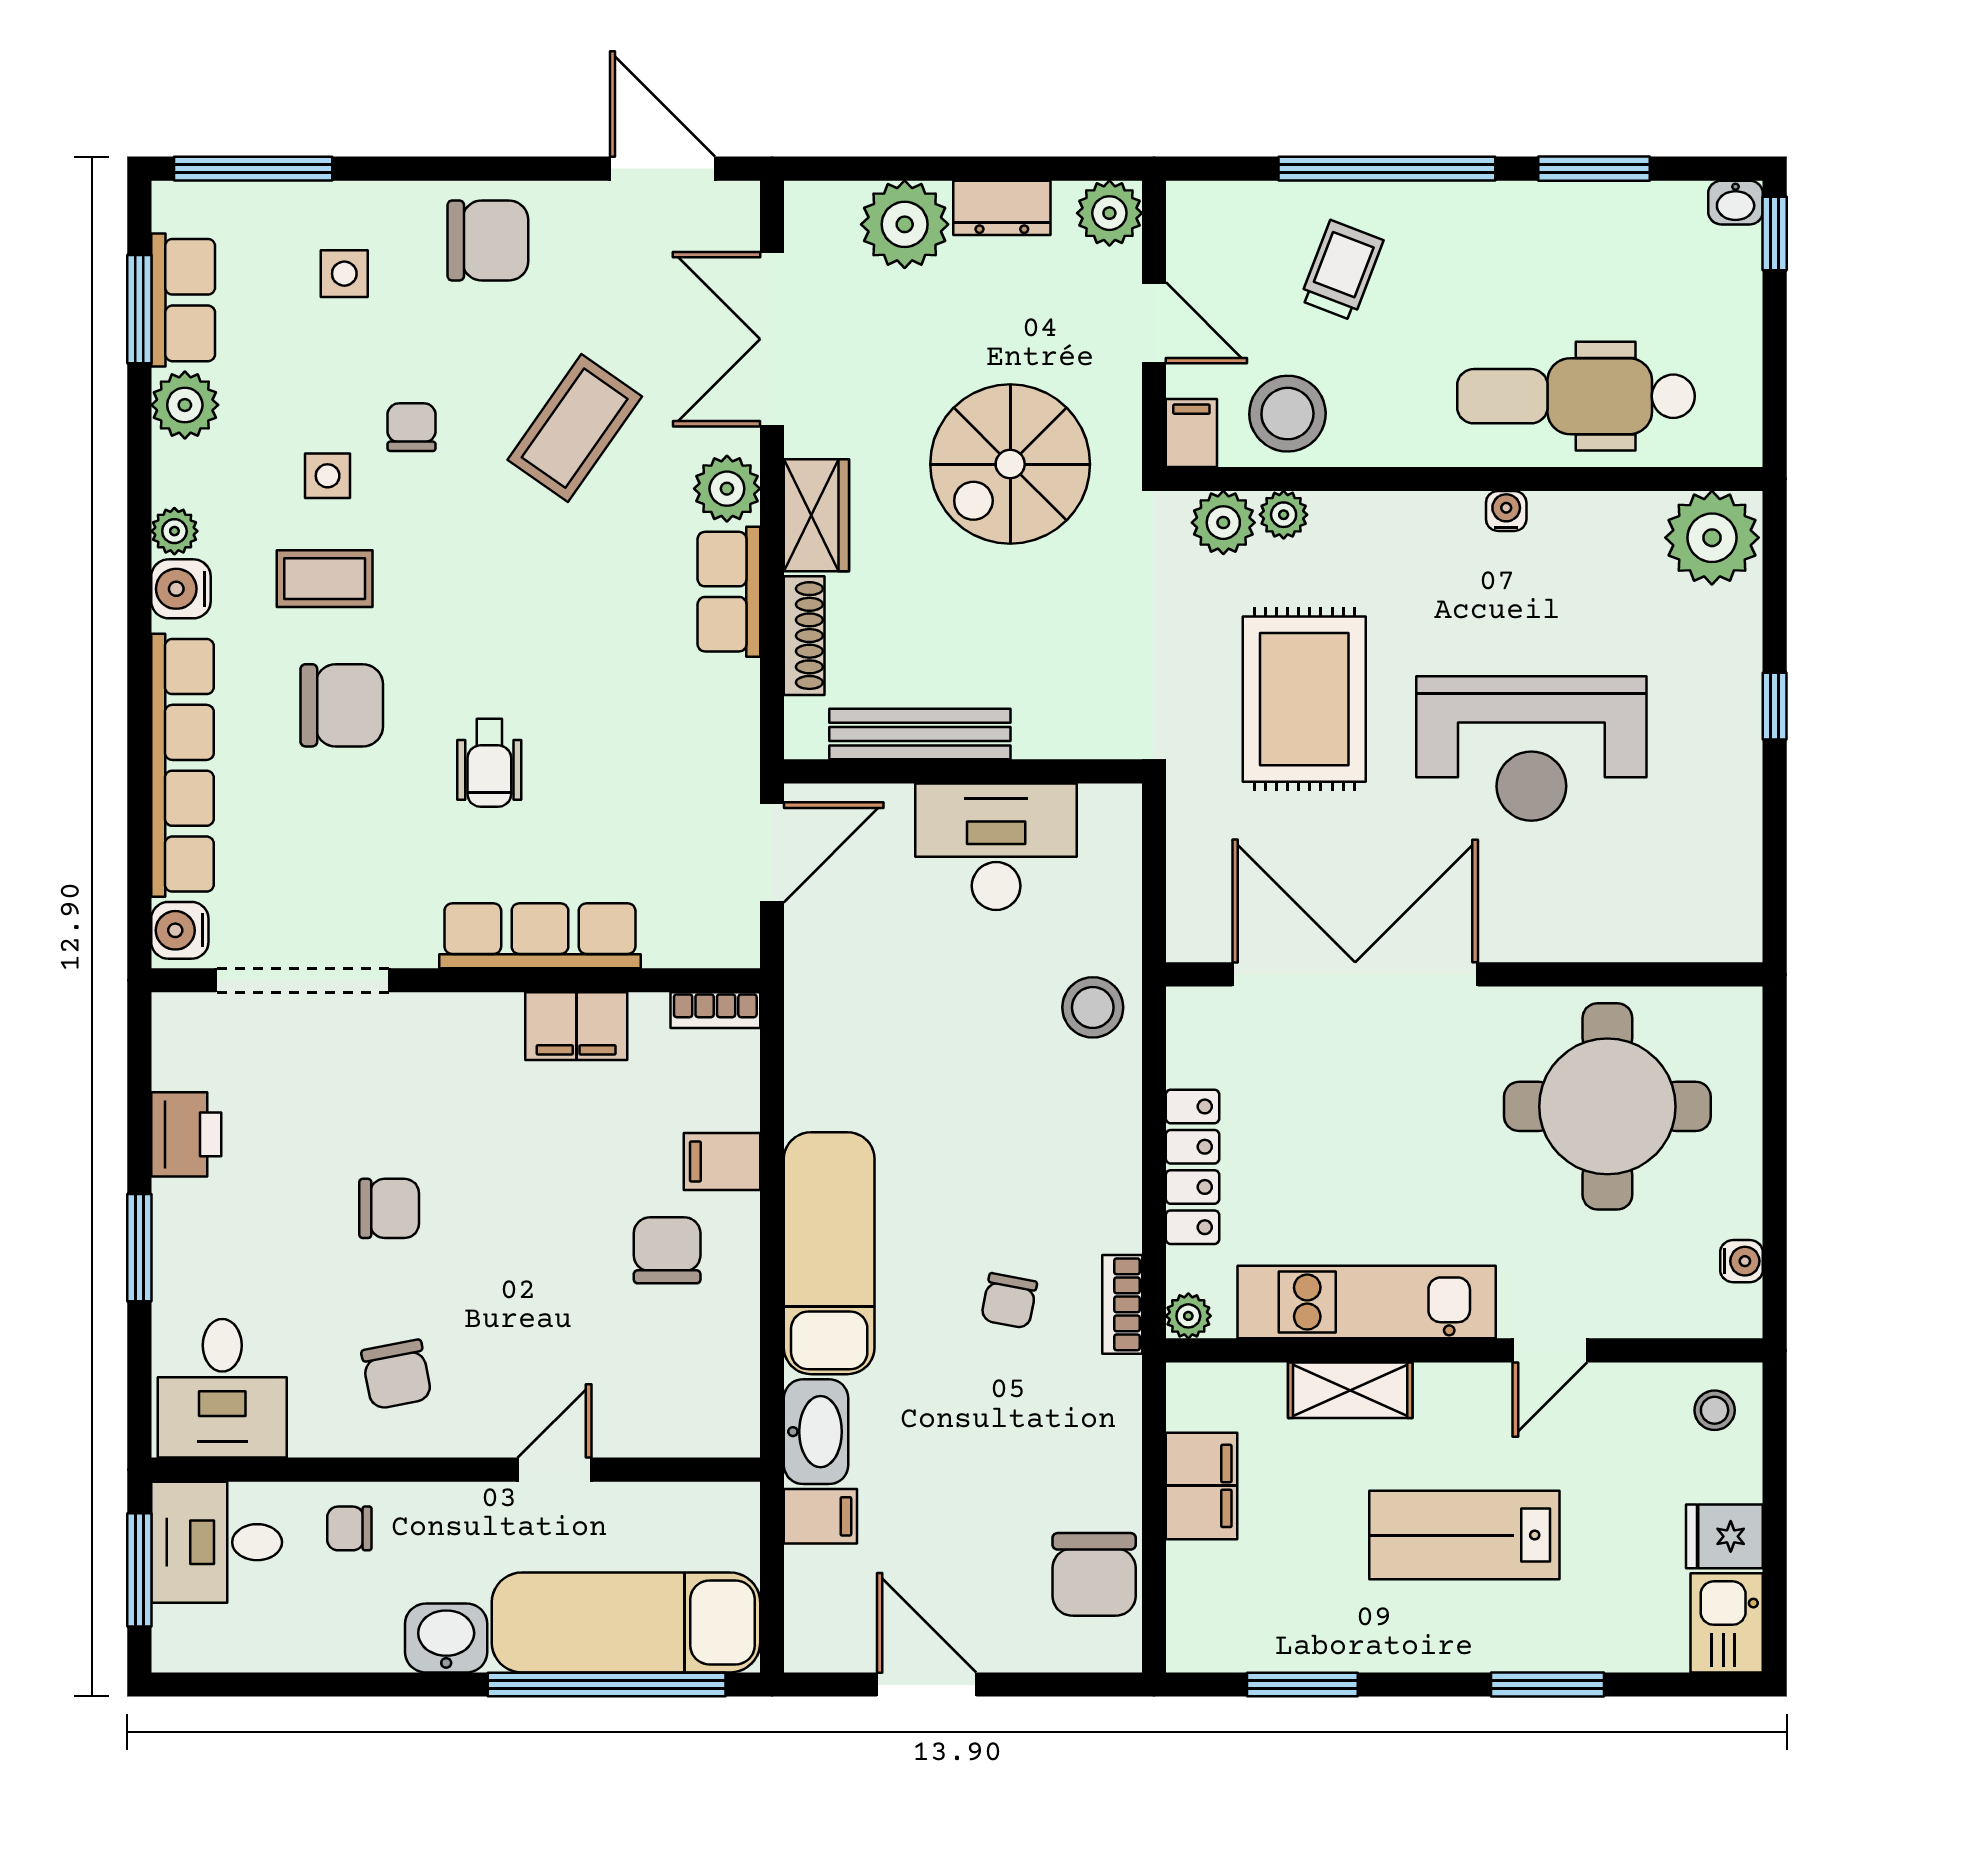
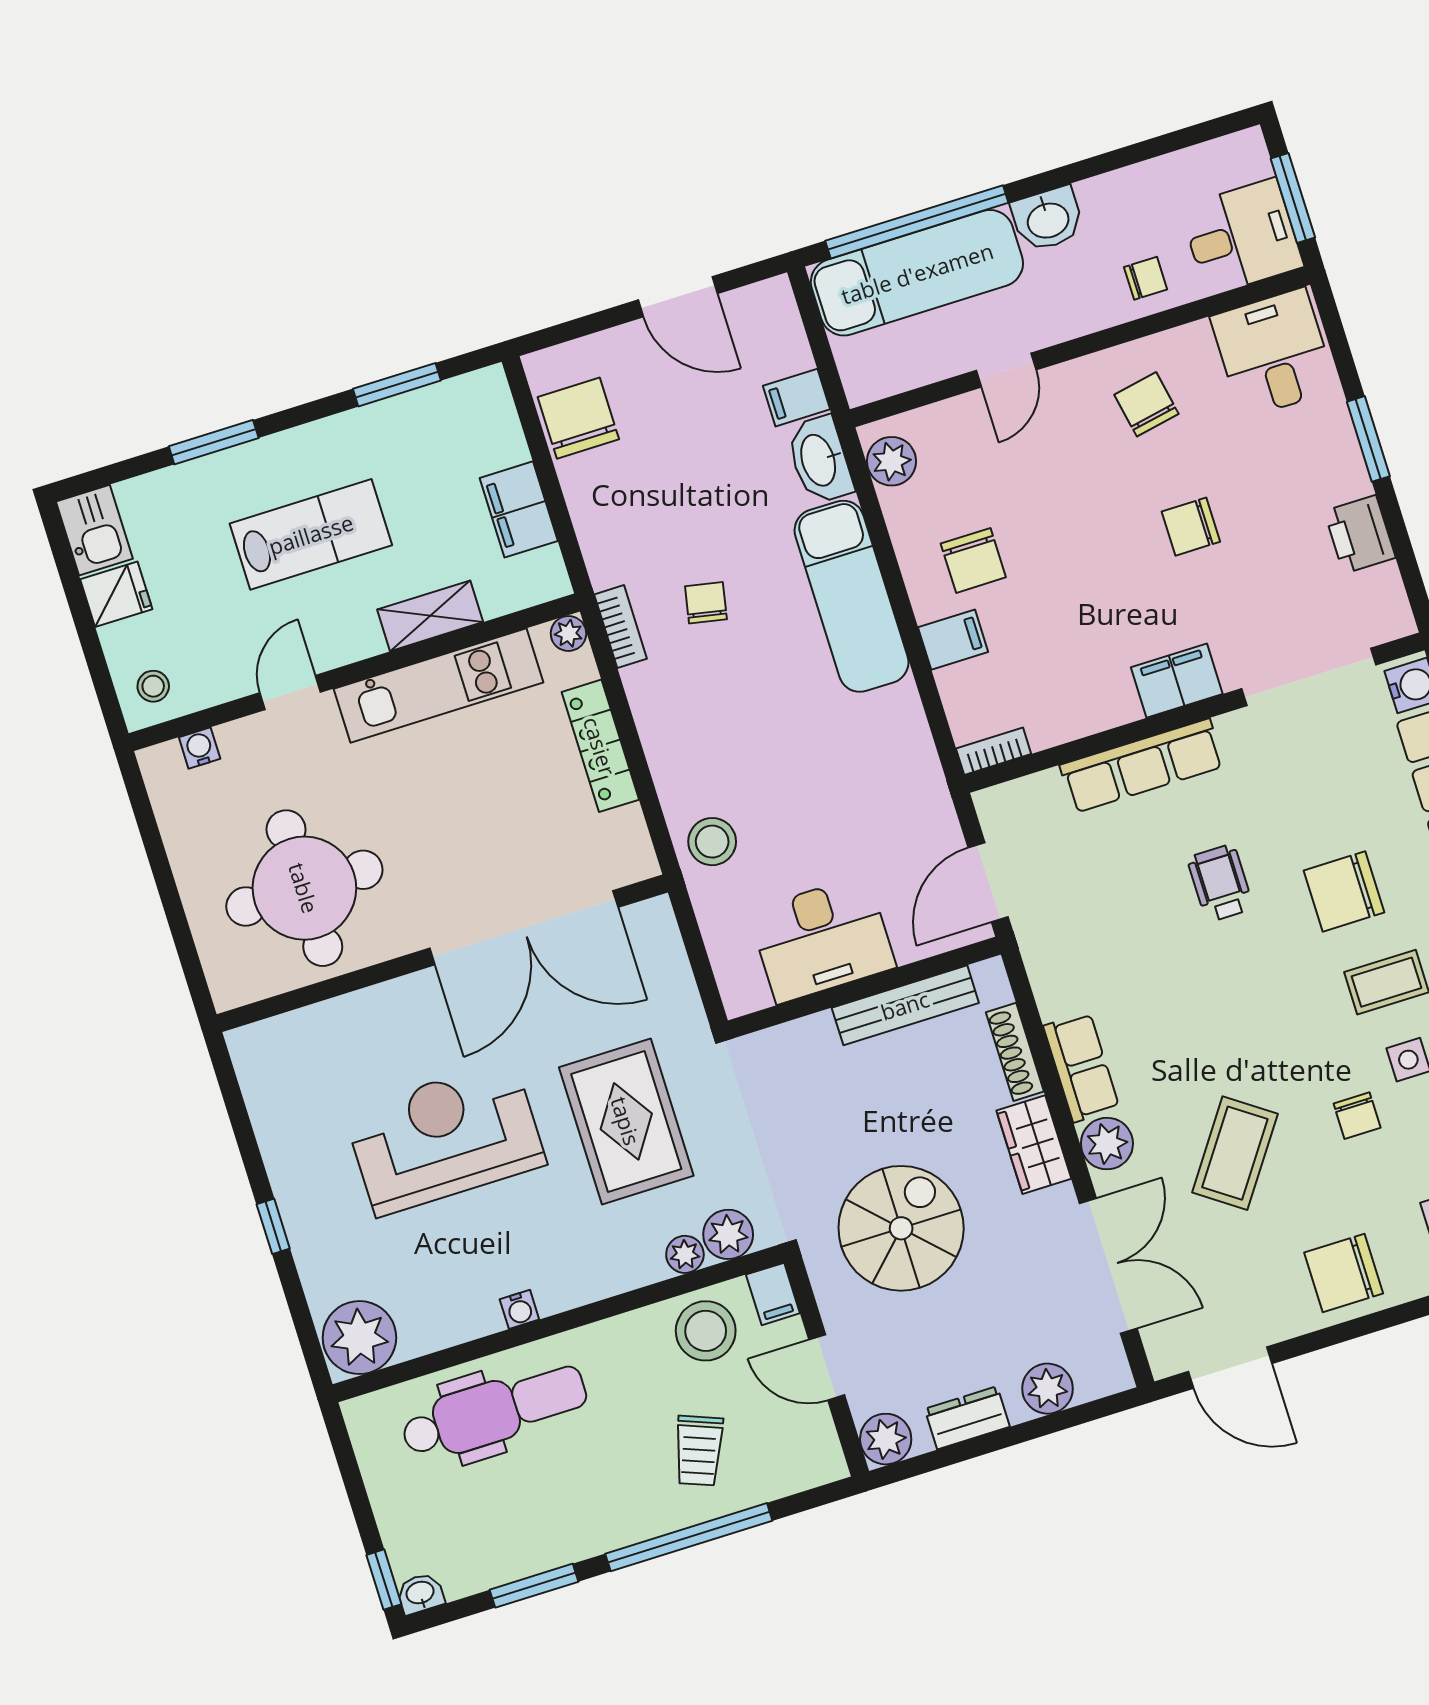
plant: (905, 224) -> (1048, 1389), width x0.73, depth x0.73
filing cabinet: (576, 1026) -> (1177, 681), moved
water cooler: (1741, 1261) -> (200, 748), moved, turned 90
plant: (729, 1402) -> (892, 461), added

